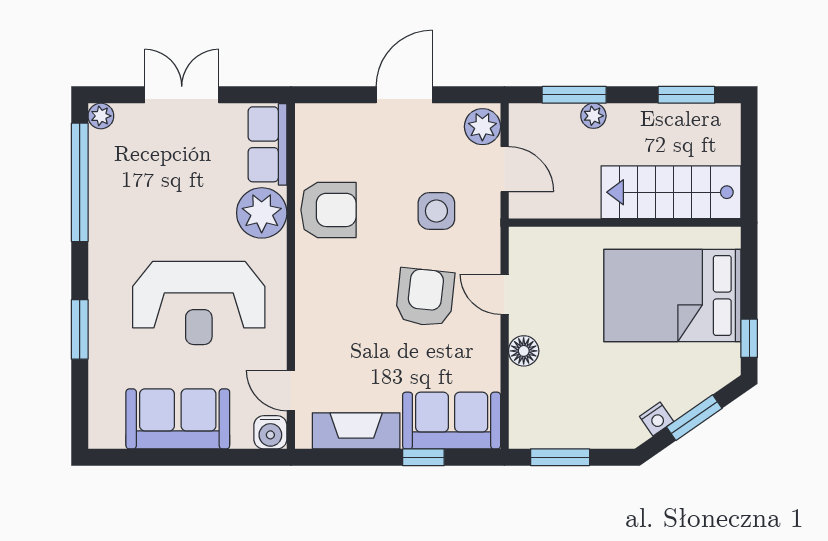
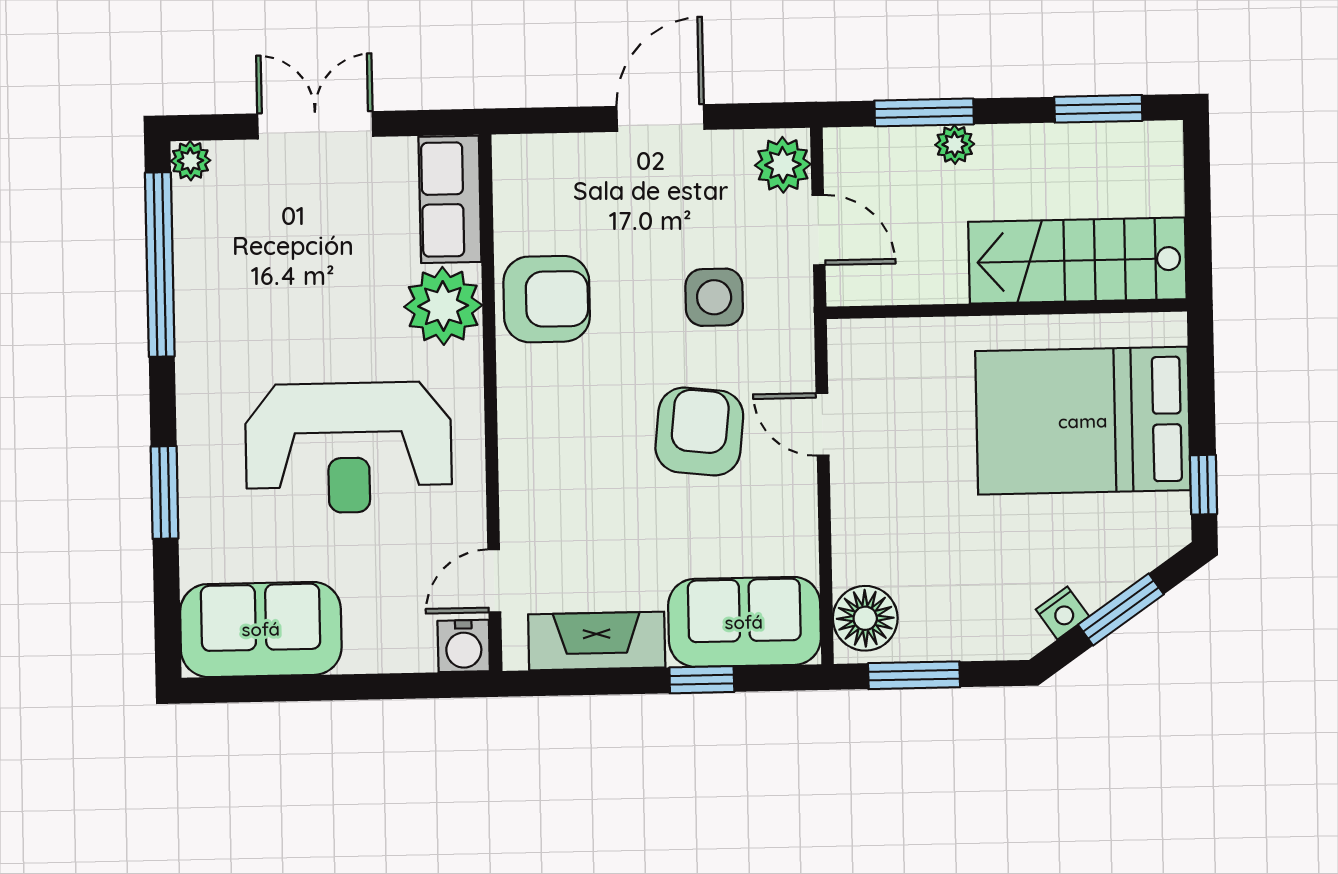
floor lamp: (524, 351) -> (865, 618), moved, width x1.38, depth x1.38
door: (291, 391) -> (494, 581), hinge flipped
sofa: (178, 419) -> (261, 629), moved

